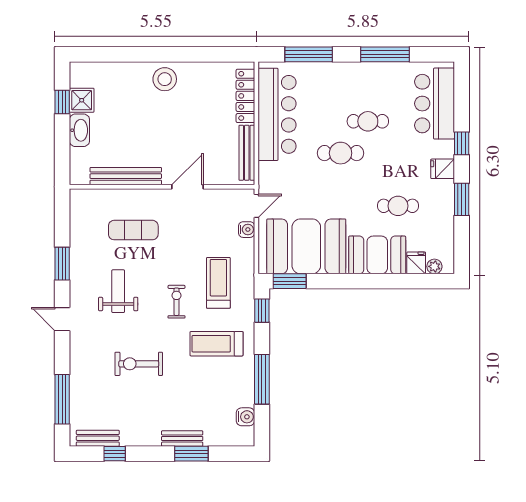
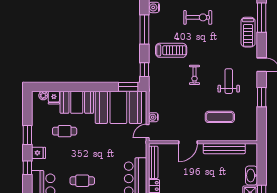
cafe table: (341, 153) -> (98, 162), removed
treadmill: (218, 283) -> (248, 32), moved
weight bench: (118, 291) -> (229, 81), turned 180
exercise bike: (139, 364) -> (198, 17), moved

